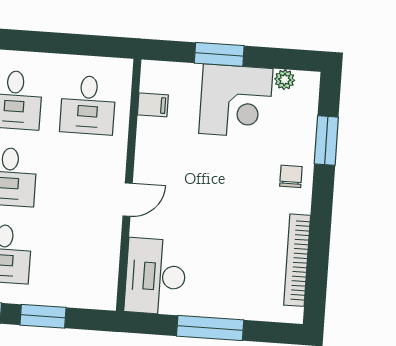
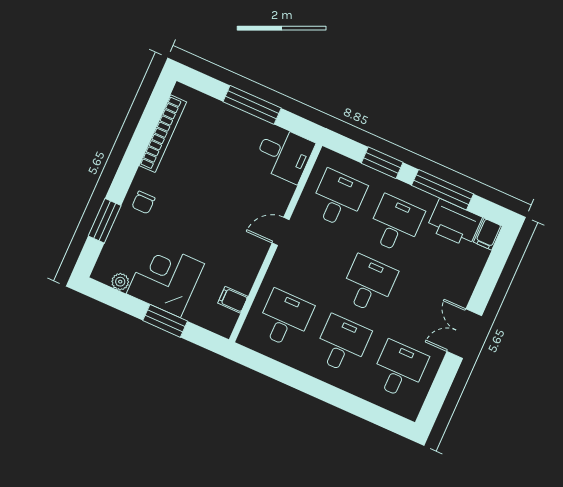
desk: (77, 259) -> (338, 199), added
desk: (155, 276) -> (284, 154), width x0.73

